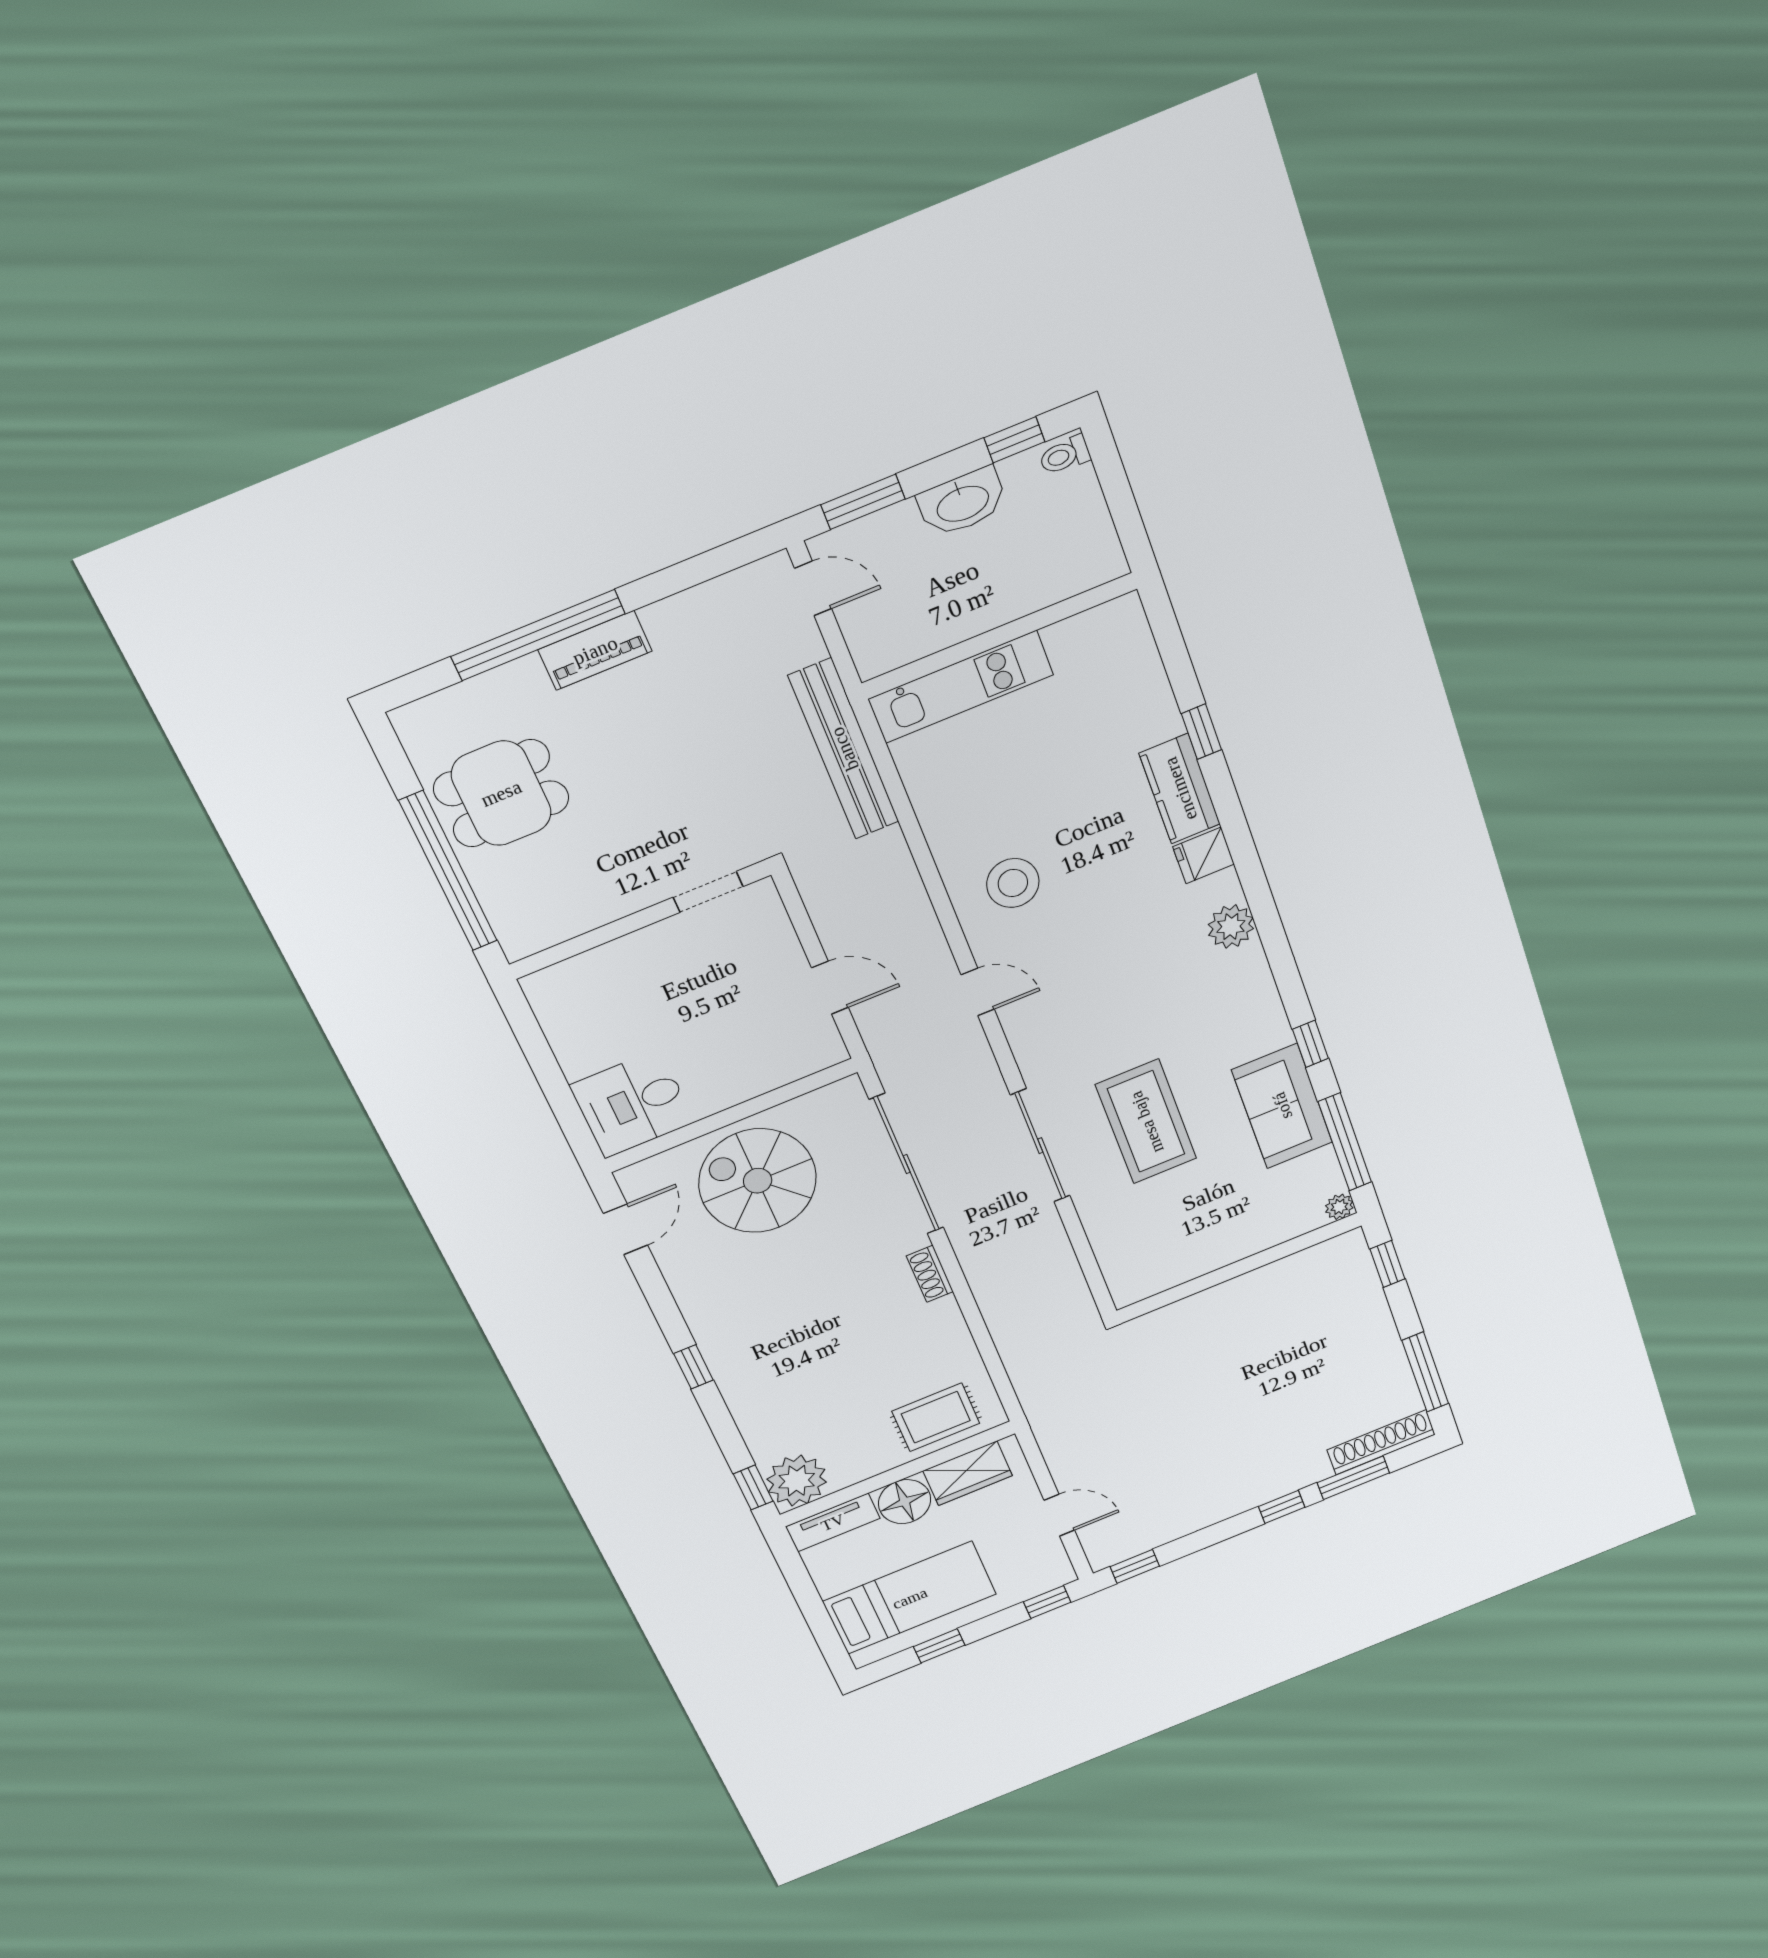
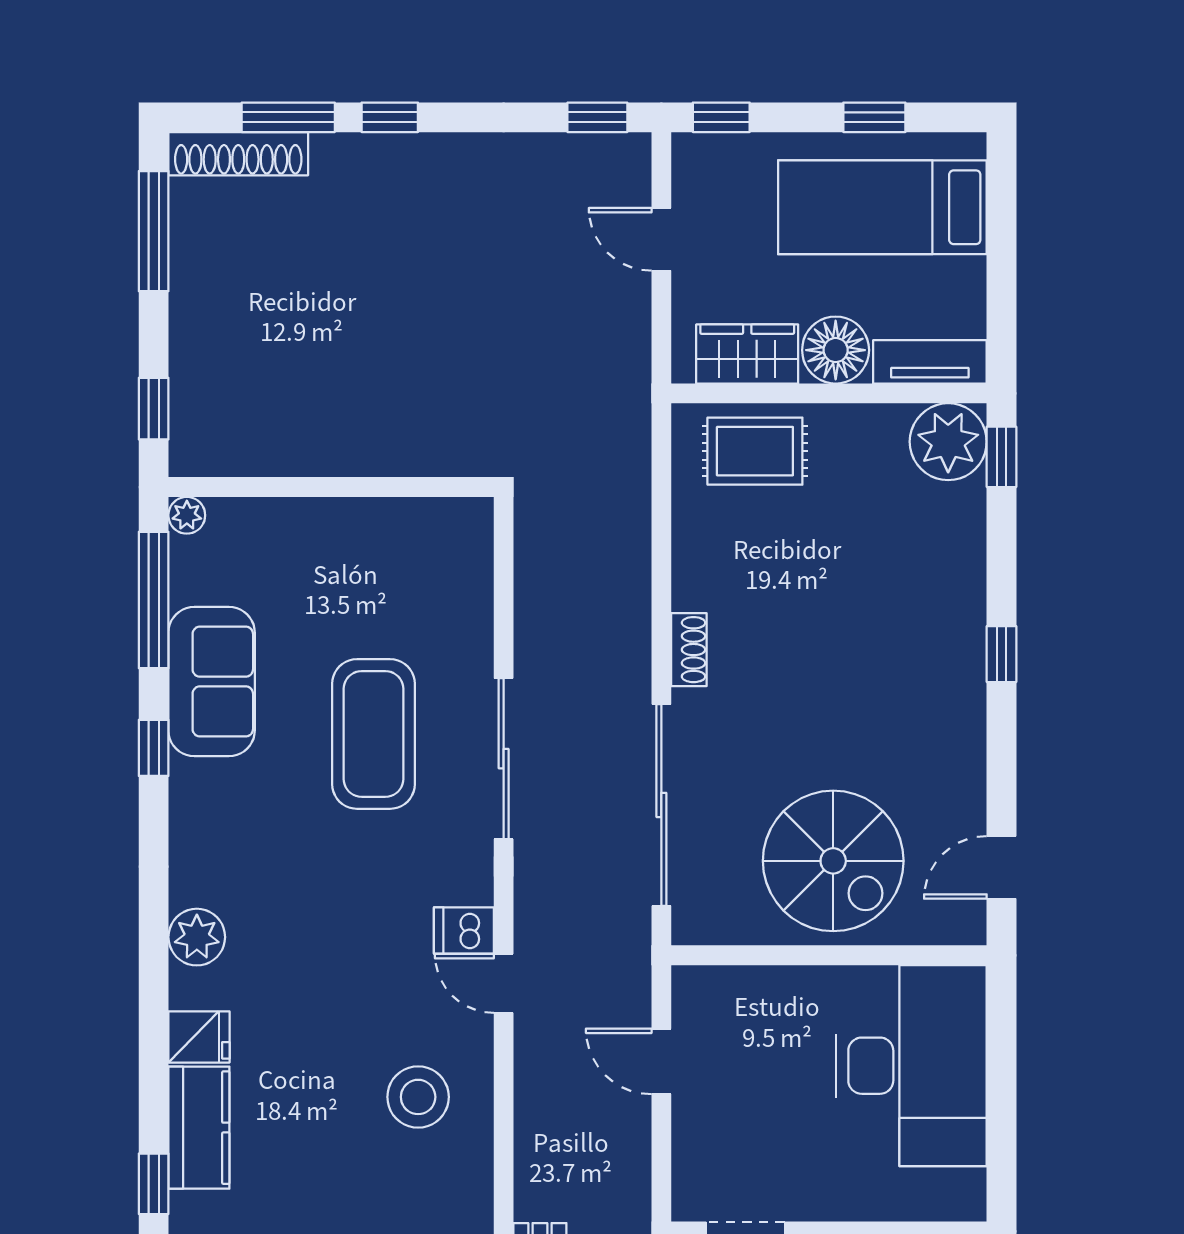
dishwasher: (1024, 1016) -> (464, 931), added
desk: (632, 1104) -> (911, 1066), width x1.87, depth x1.30

